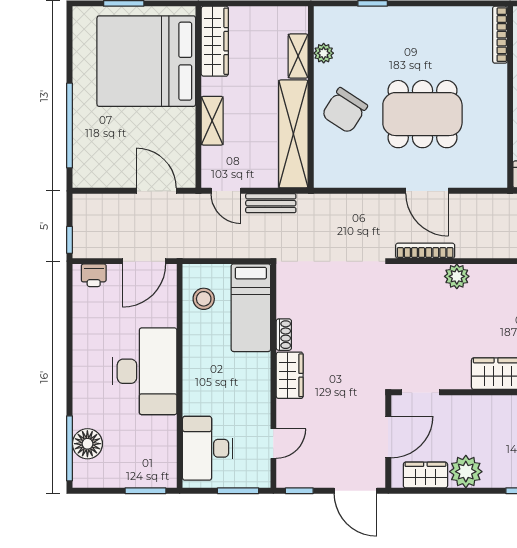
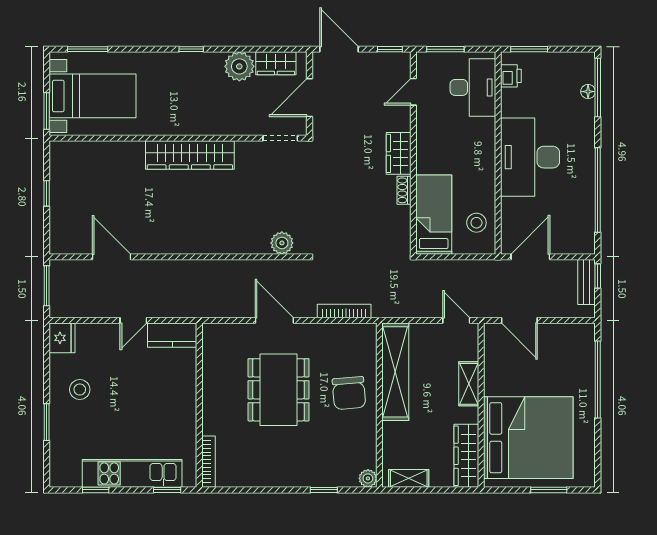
plant: (324, 53) -> (368, 478), moved
shelving: (298, 56) -> (409, 478), moved, turned 90
chair: (345, 110) -> (349, 393), turned 142
dining table: (422, 114) -> (278, 390), turned 90
bench: (271, 203) -> (587, 282), moved, turned 90
bookcase: (425, 251) -> (344, 311), moved, turned 180
printer: (94, 275) -> (511, 76), moved, turned 90
plant: (457, 276) -> (282, 243), moved
window: (70, 335) -> (598, 190), added
floor lamp: (87, 444) -> (588, 92), width x0.53, depth x0.53

